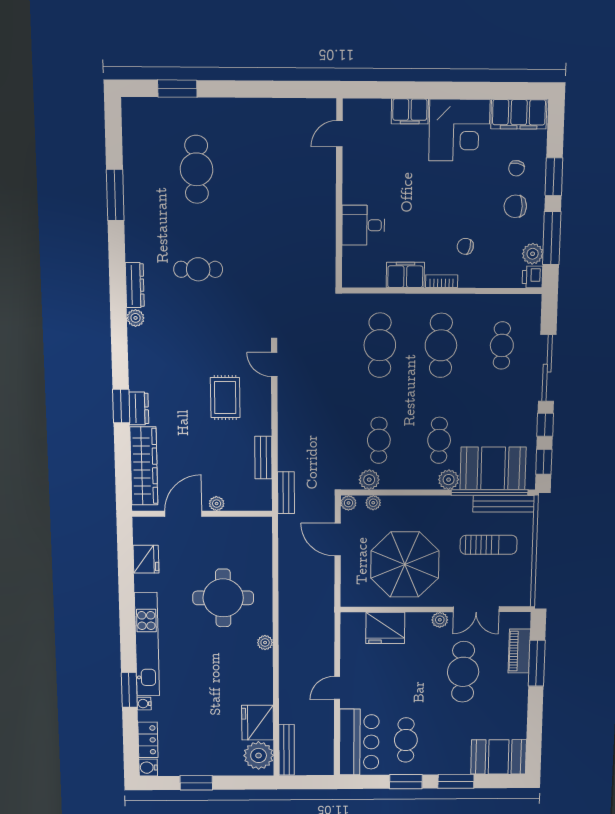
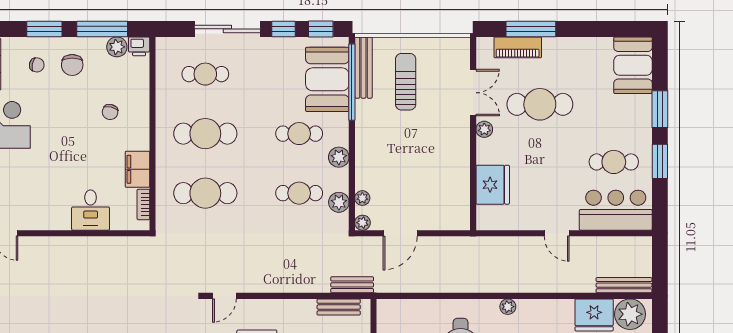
bookcase: (442, 281) -> (143, 204), moved
bench: (263, 457) -> (339, 307), moved
plant: (449, 480) -> (339, 157), moved
parasol: (405, 564) -> (426, 166), removed

